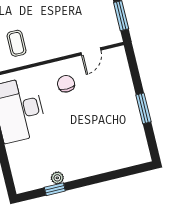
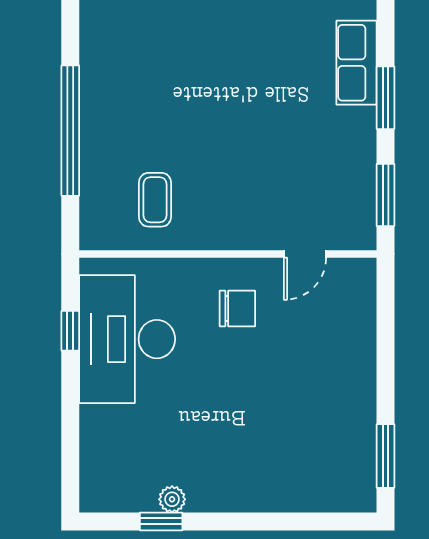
chair: (66, 84) -> (237, 308), turned 90
window: (143, 108) -> (386, 456), moved

